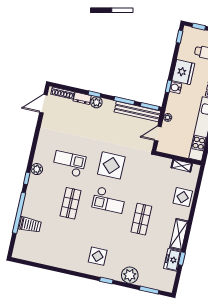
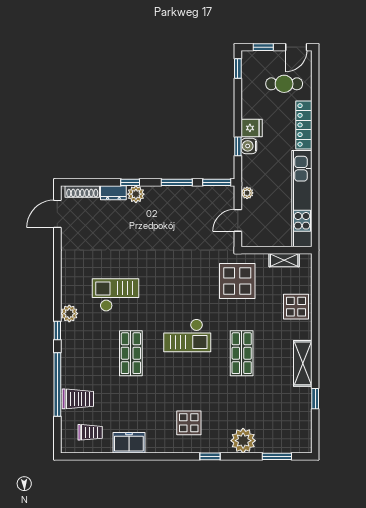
fridge: (183, 72) -> (252, 128), width x0.53, depth x0.75
bench: (137, 112) -> (200, 194), removed
display table: (111, 165) -> (237, 281), moved
trolley: (33, 248) -> (90, 432), added
freezer: (172, 260) -> (129, 443), moved, turned 90

